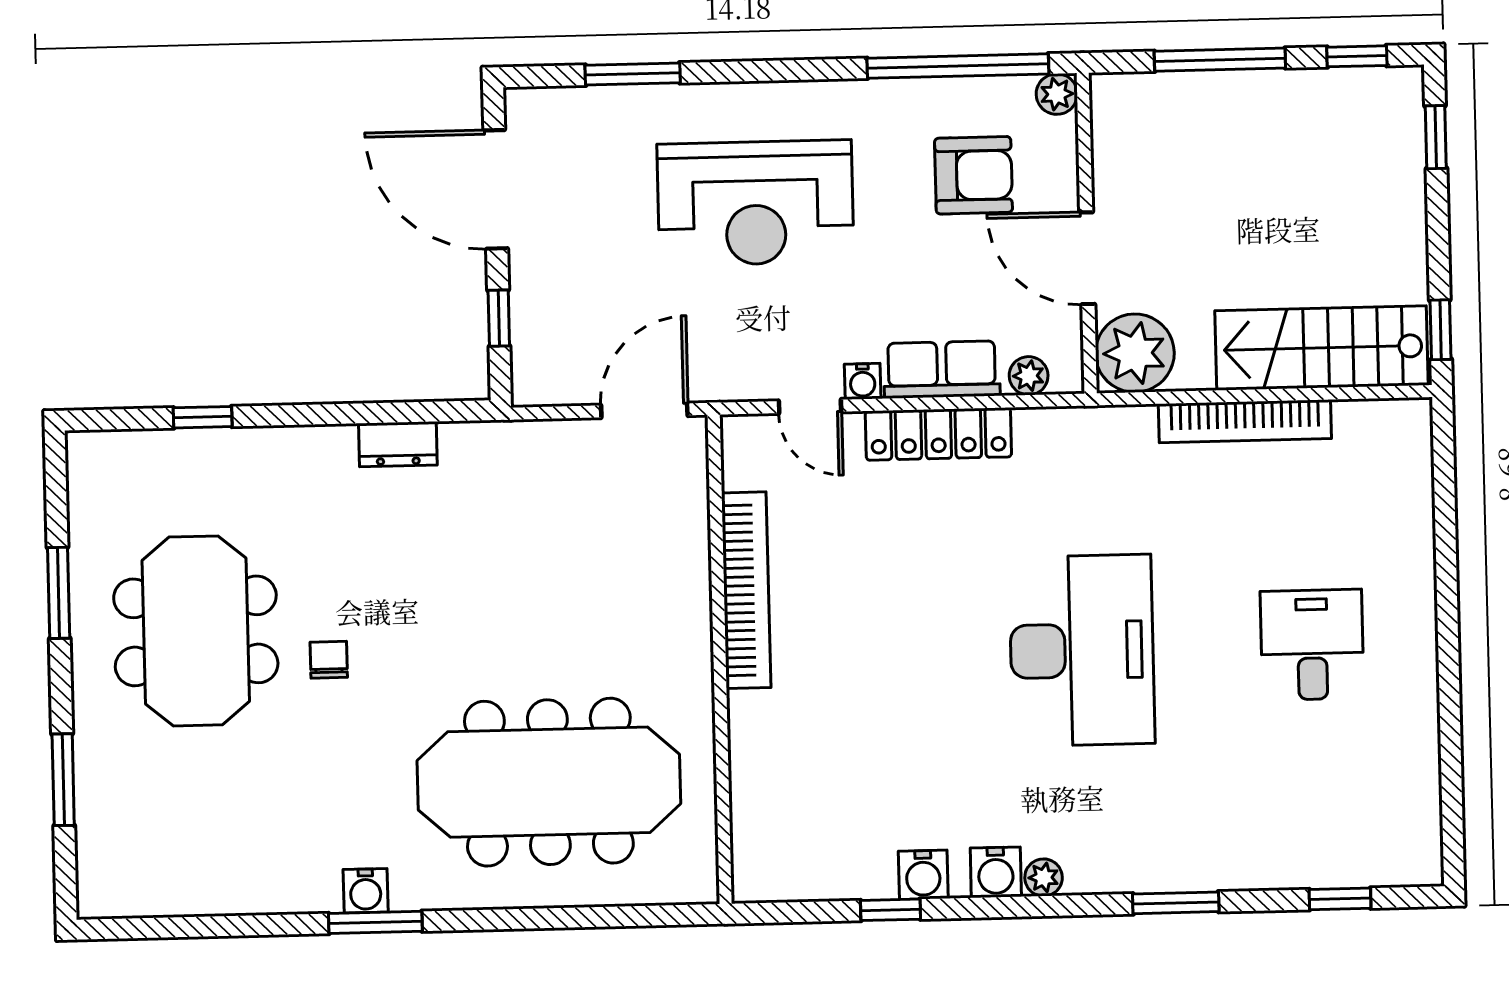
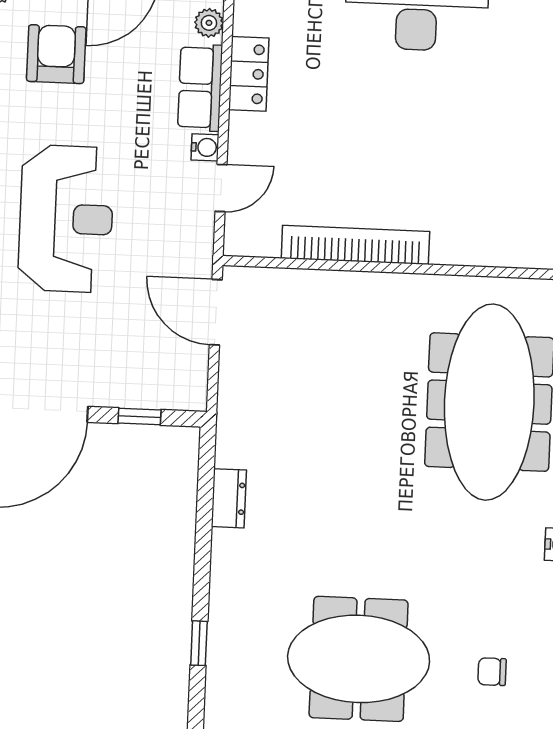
locker: (938, 434) -> (249, 74), width x0.66
chair: (329, 660) -> (492, 672), moved

